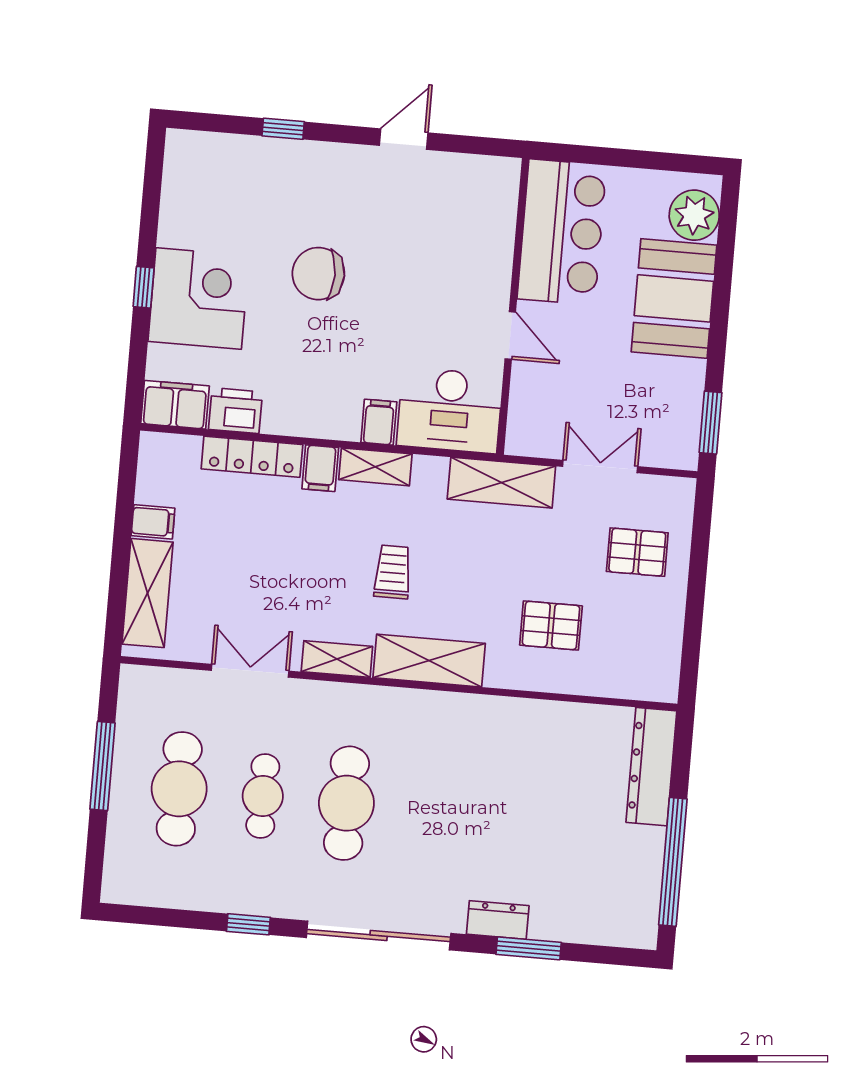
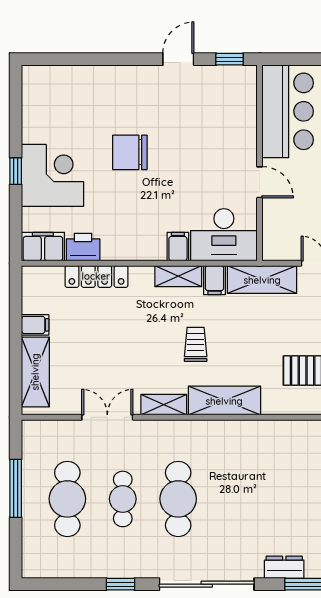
window: (283, 129) -> (230, 59), moved
filing cabinet: (320, 468) -> (214, 280), moved

